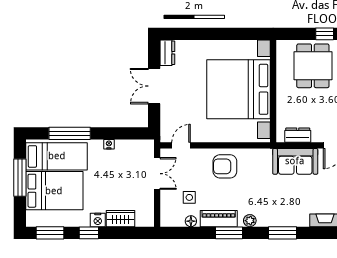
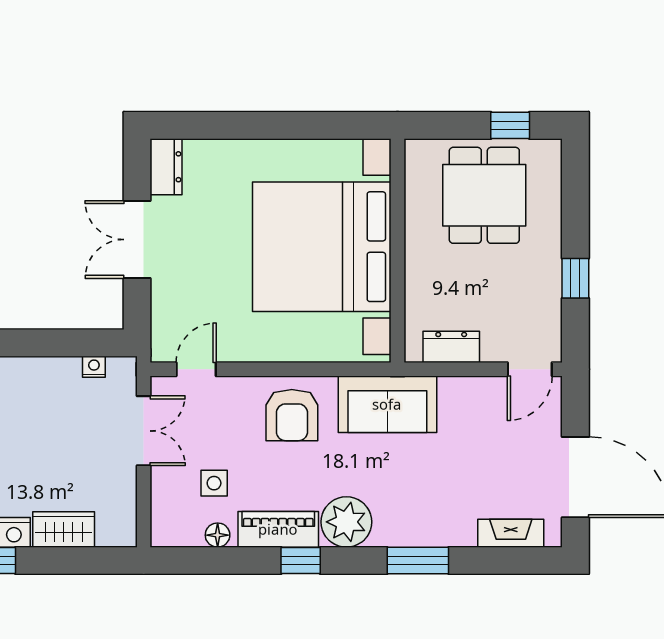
nightstand: (109, 144) -> (94, 367), moved
sofa: (295, 161) -> (387, 404), moved
armchair: (225, 166) -> (292, 415), turned -90
plant: (250, 221) -> (346, 522), width x1.88, depth x1.88
window: (229, 233) -> (301, 560), width x0.67

